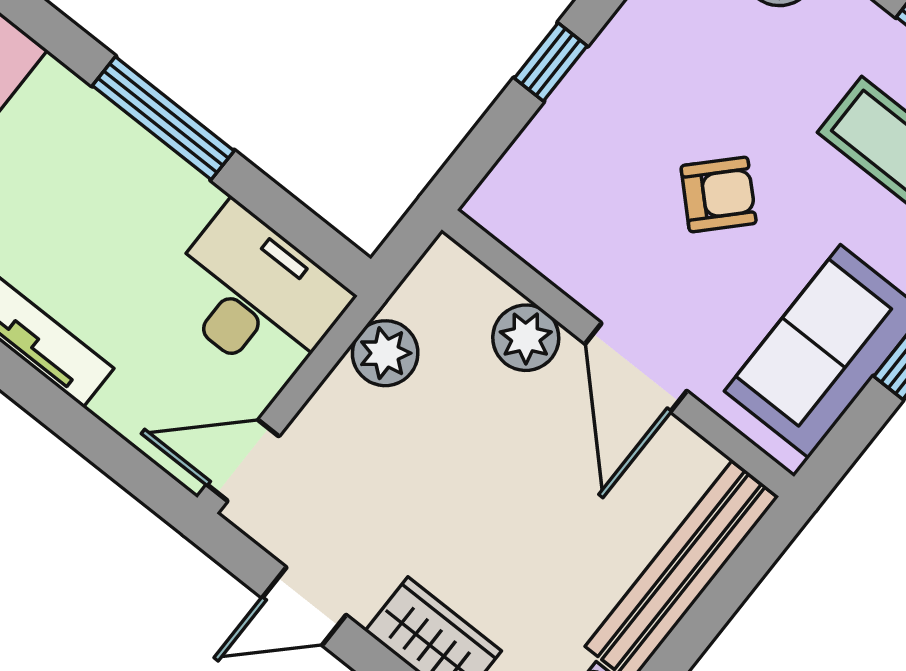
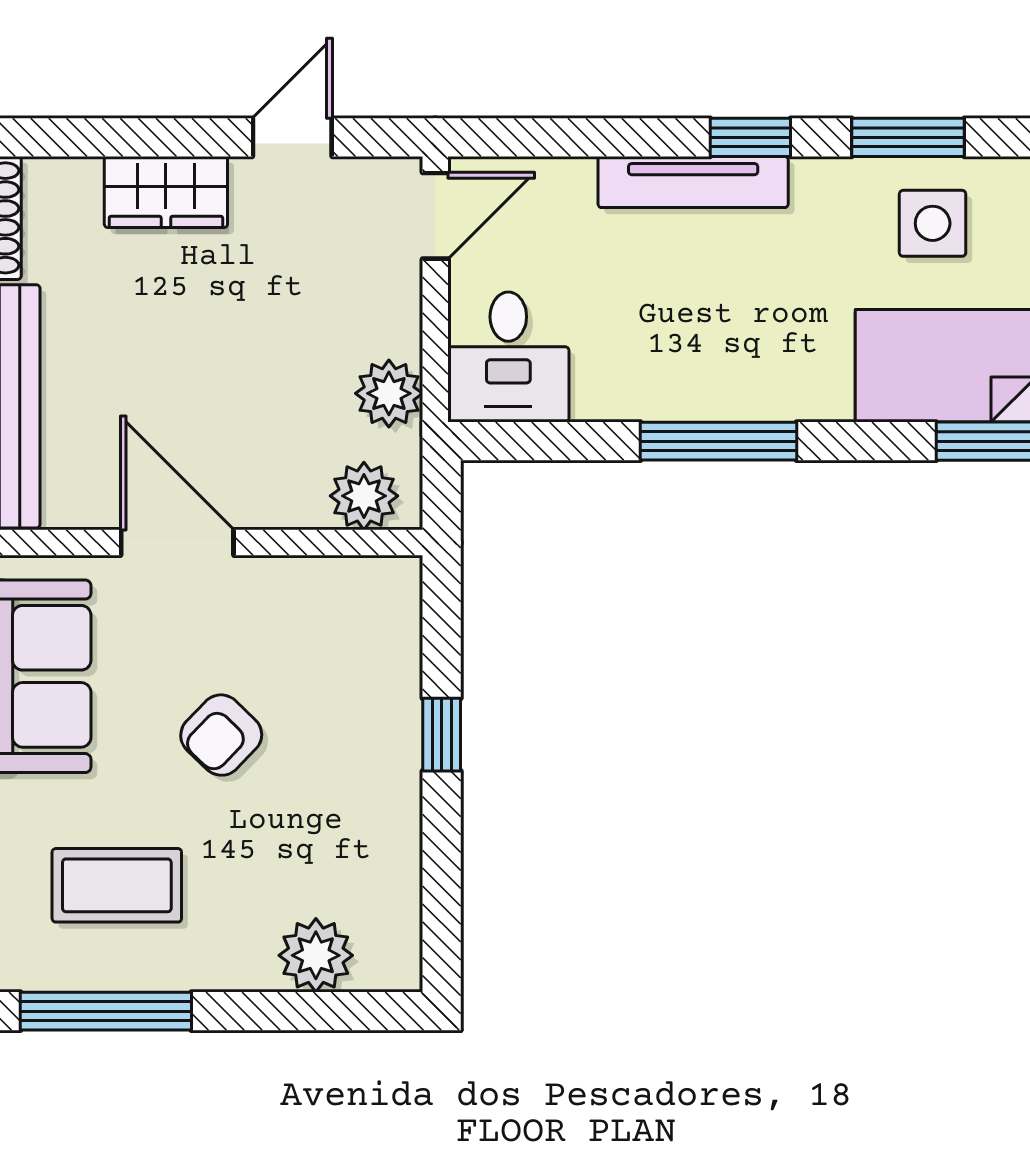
desk: (255, 295) -> (508, 357), width x0.73
plant: (526, 338) -> (364, 496), moved

